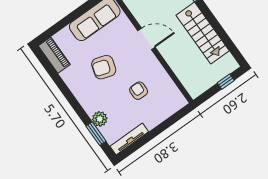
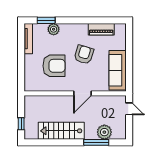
piano: (54, 55) -> (101, 29), moved
armchair: (139, 91) -> (54, 66), width x1.88, depth x1.88

